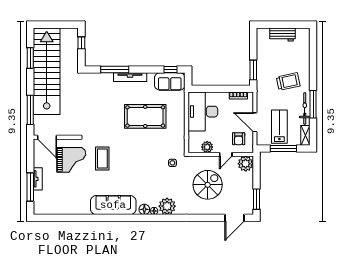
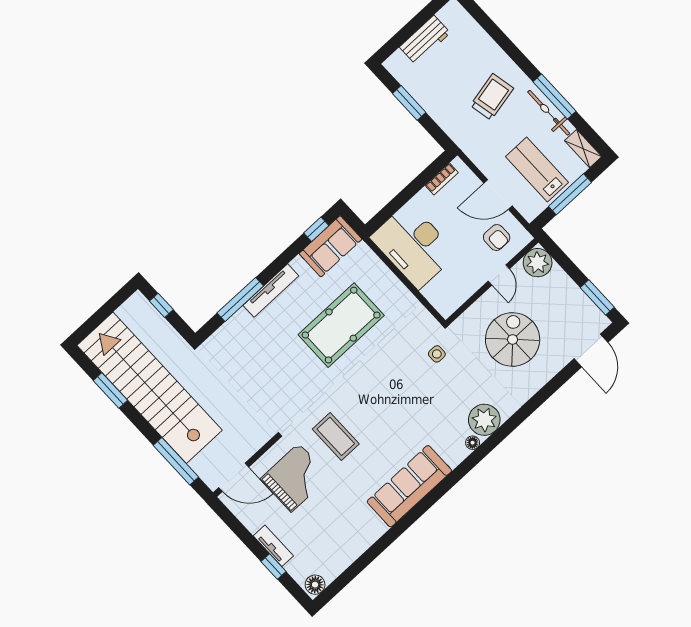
window: (253, 70) -> (409, 103), moved
plant: (207, 147) -> (464, 288), removed
window: (30, 187) -> (273, 566), width x0.46
floor lamp: (144, 209) -> (315, 585), moved

